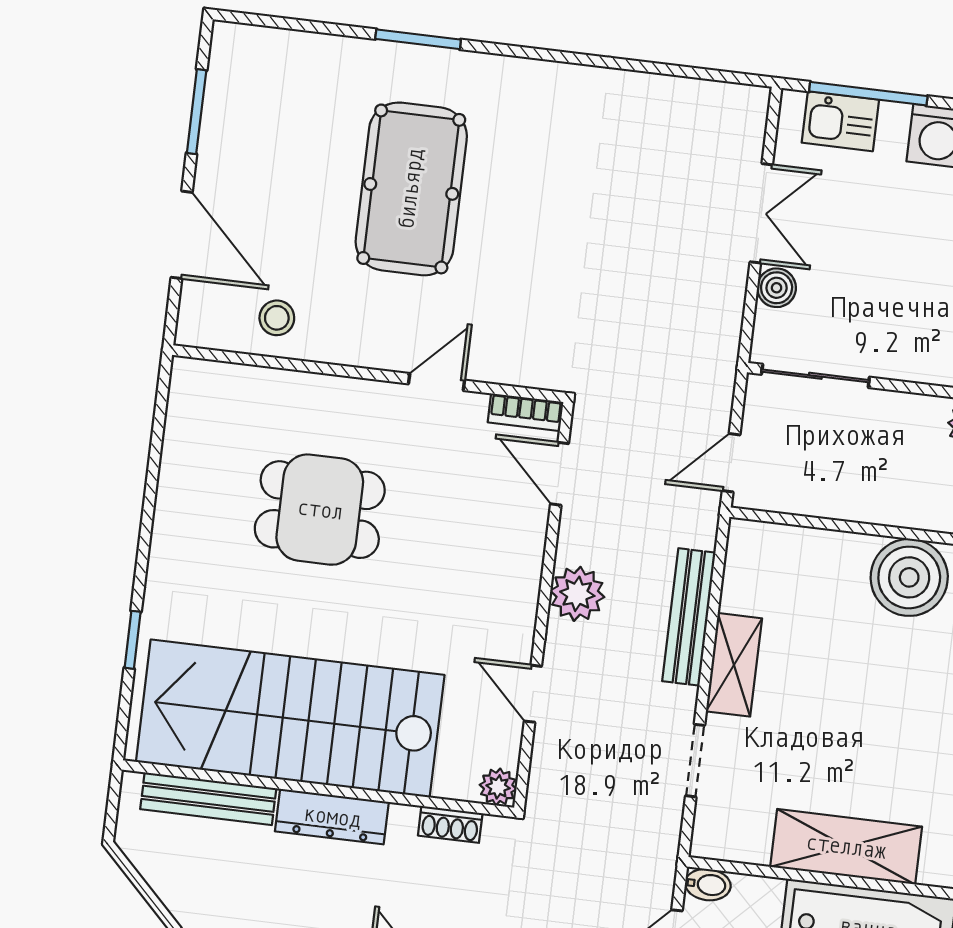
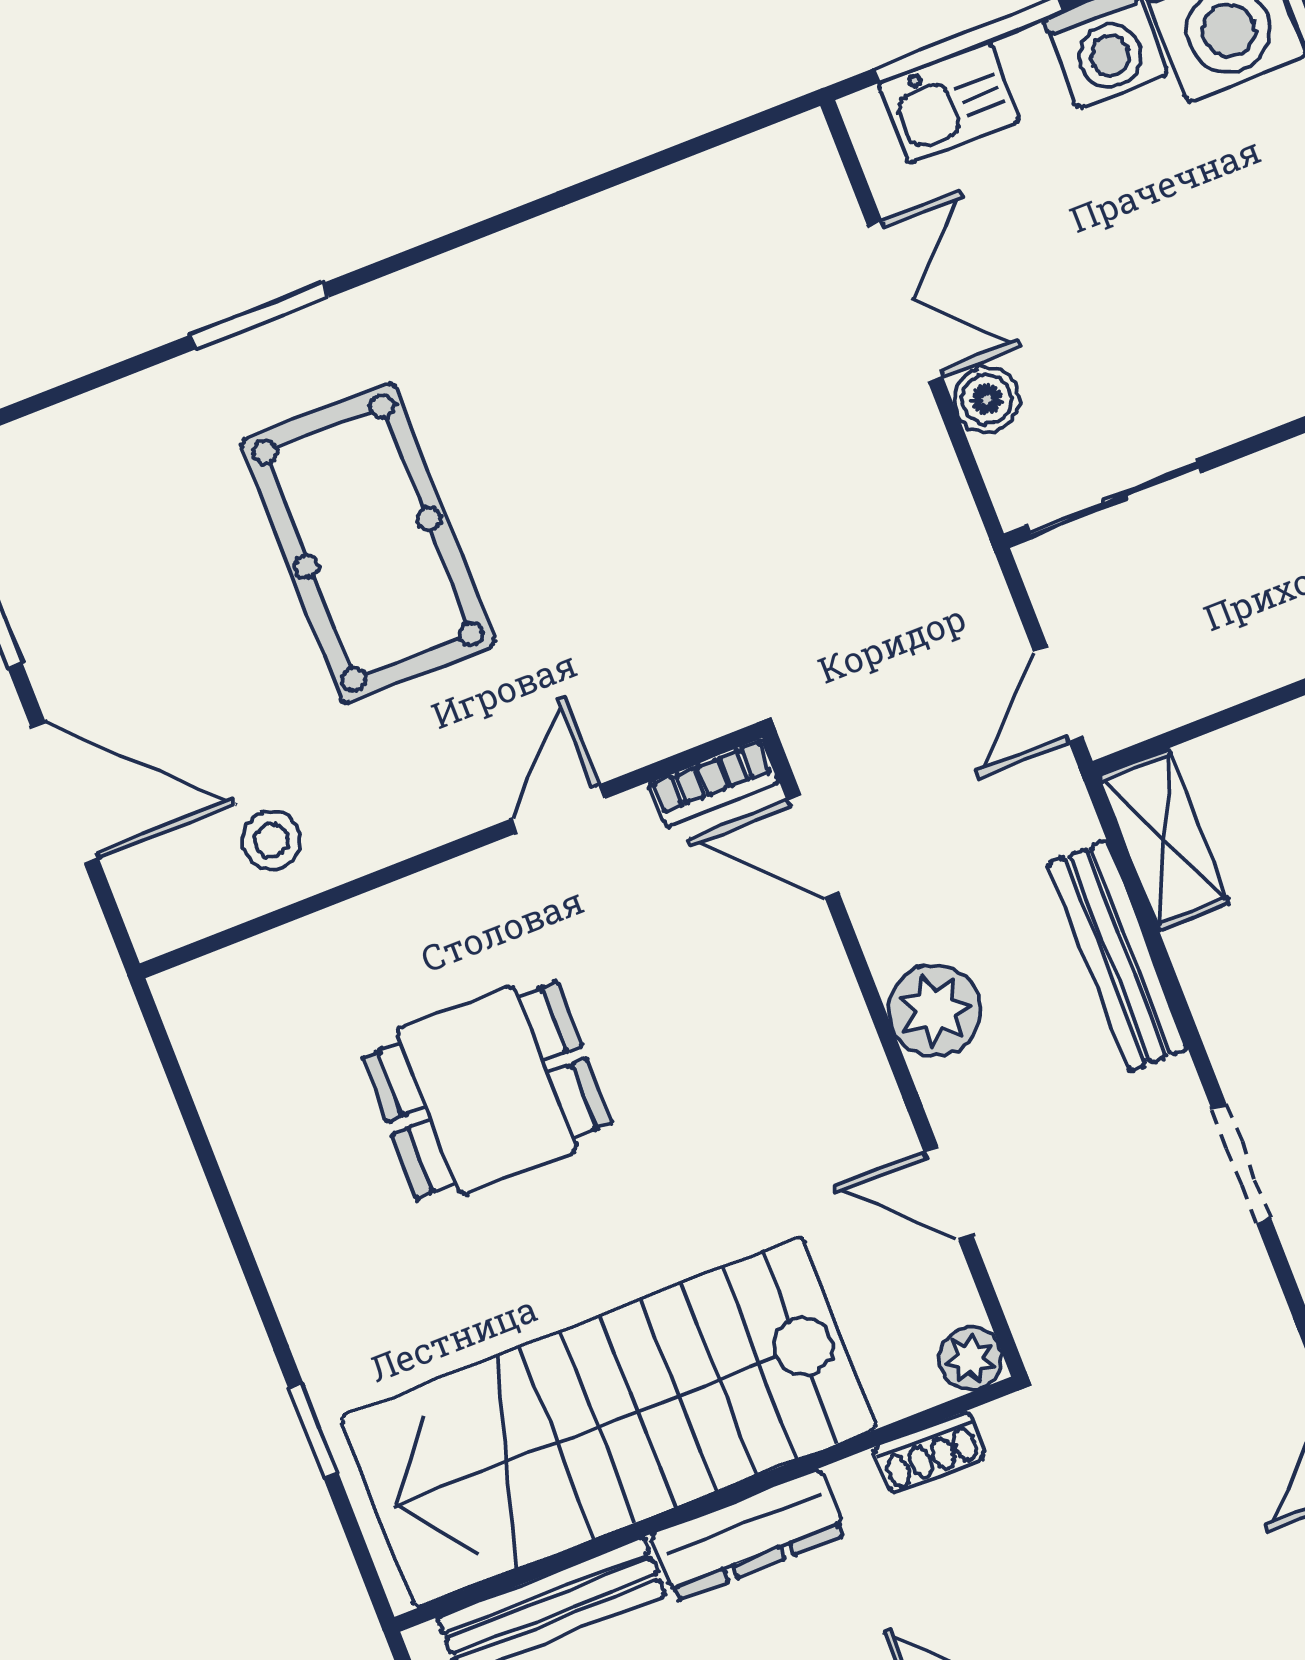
shelving: (734, 665) -> (1164, 840), moved

